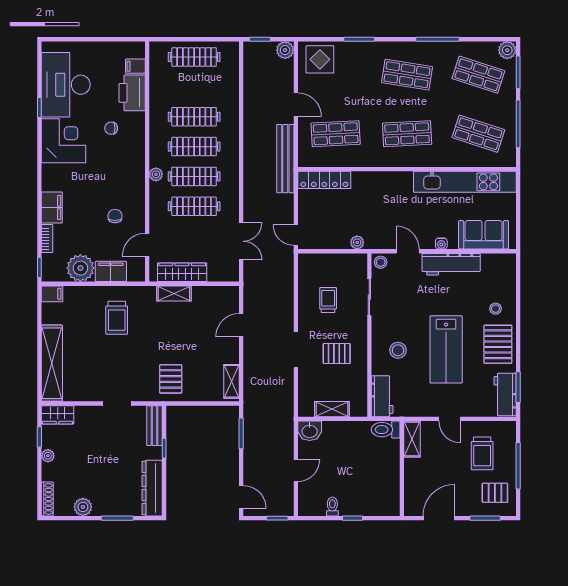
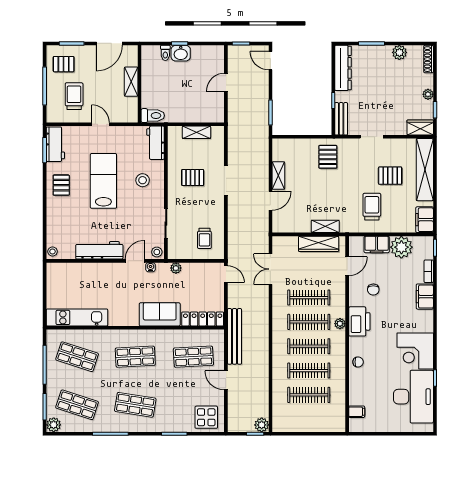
plant: (285, 50) -> (262, 425), moved
clothes rail: (194, 57) -> (309, 395), moved
printer: (132, 93) -> (359, 321), moved
chair: (111, 128) -> (358, 362), moved
kitchen unit: (465, 182) -> (77, 317), width x0.73
sofa: (484, 235) -> (160, 314), moved, turned 180
water cooler: (441, 243) -> (150, 267), moved
door: (408, 251) -> (135, 261), swing flipped
filing cabinet: (52, 294) -> (425, 220), width x2.00
trolley: (328, 300) -> (204, 238), moved
stool: (496, 309) -> (53, 251), moved
pallet: (498, 344) -> (61, 185), width x0.67, depth x0.71
pallet: (94, 356) -> (390, 176), added
shelving: (231, 381) -> (278, 176), moved
washbasin: (310, 431) -> (181, 53), moved, turned 180
shelving: (412, 439) -> (131, 82), moved
toilet: (332, 507) -> (165, 53), moved

